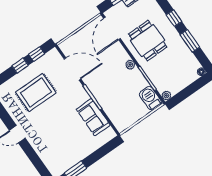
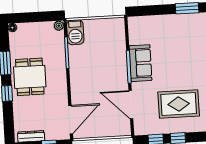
dining table: (148, 41) -> (30, 77), moved
plant: (130, 65) -> (75, 75), removed
sofa: (93, 117) -> (140, 63), moved

